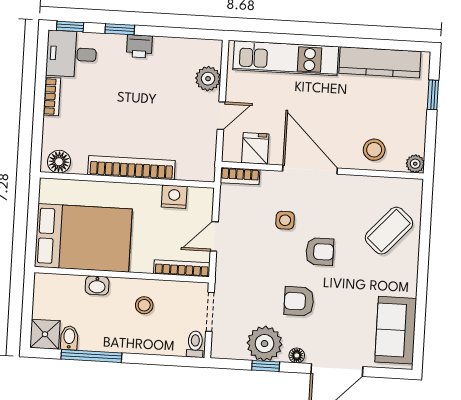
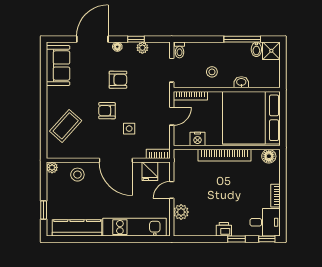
bed: (83, 238) -> (251, 118), width x1.36
plant: (265, 344) -> (142, 48), width x0.53, depth x0.53

